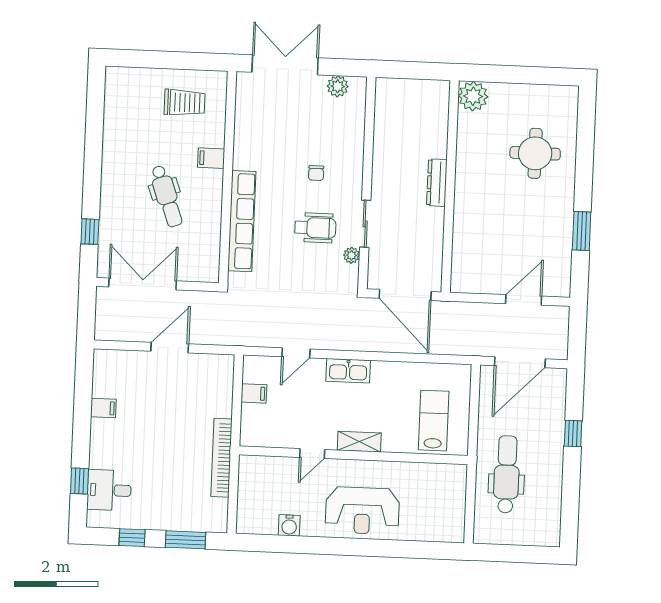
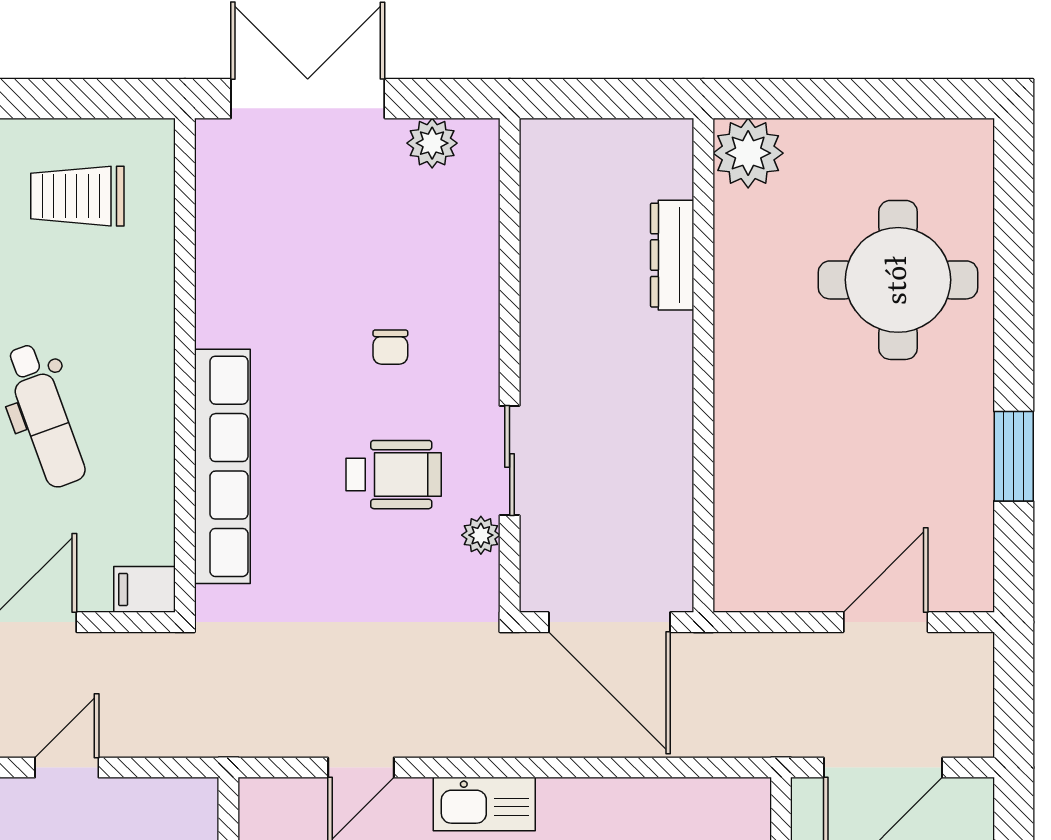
trolley: (185, 103) -> (77, 196), turned 180
round table: (535, 153) -> (898, 280), width x1.36, depth x1.36
filing cabinet: (211, 158) -> (145, 589), moved
dresser: (437, 183) -> (672, 255), moved
door: (170, 348) -> (67, 768), width x0.73

